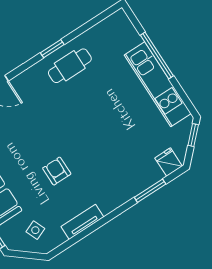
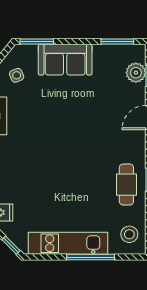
stool: (113, 34) -> (129, 234), added
armchair: (57, 171) -> (52, 122), removed

